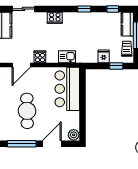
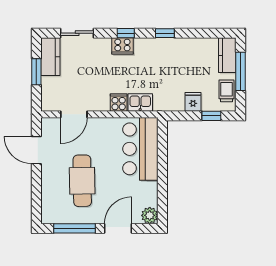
window: (113, 9) -> (126, 33), moved
cooker: (40, 57) -> (119, 103), moved

